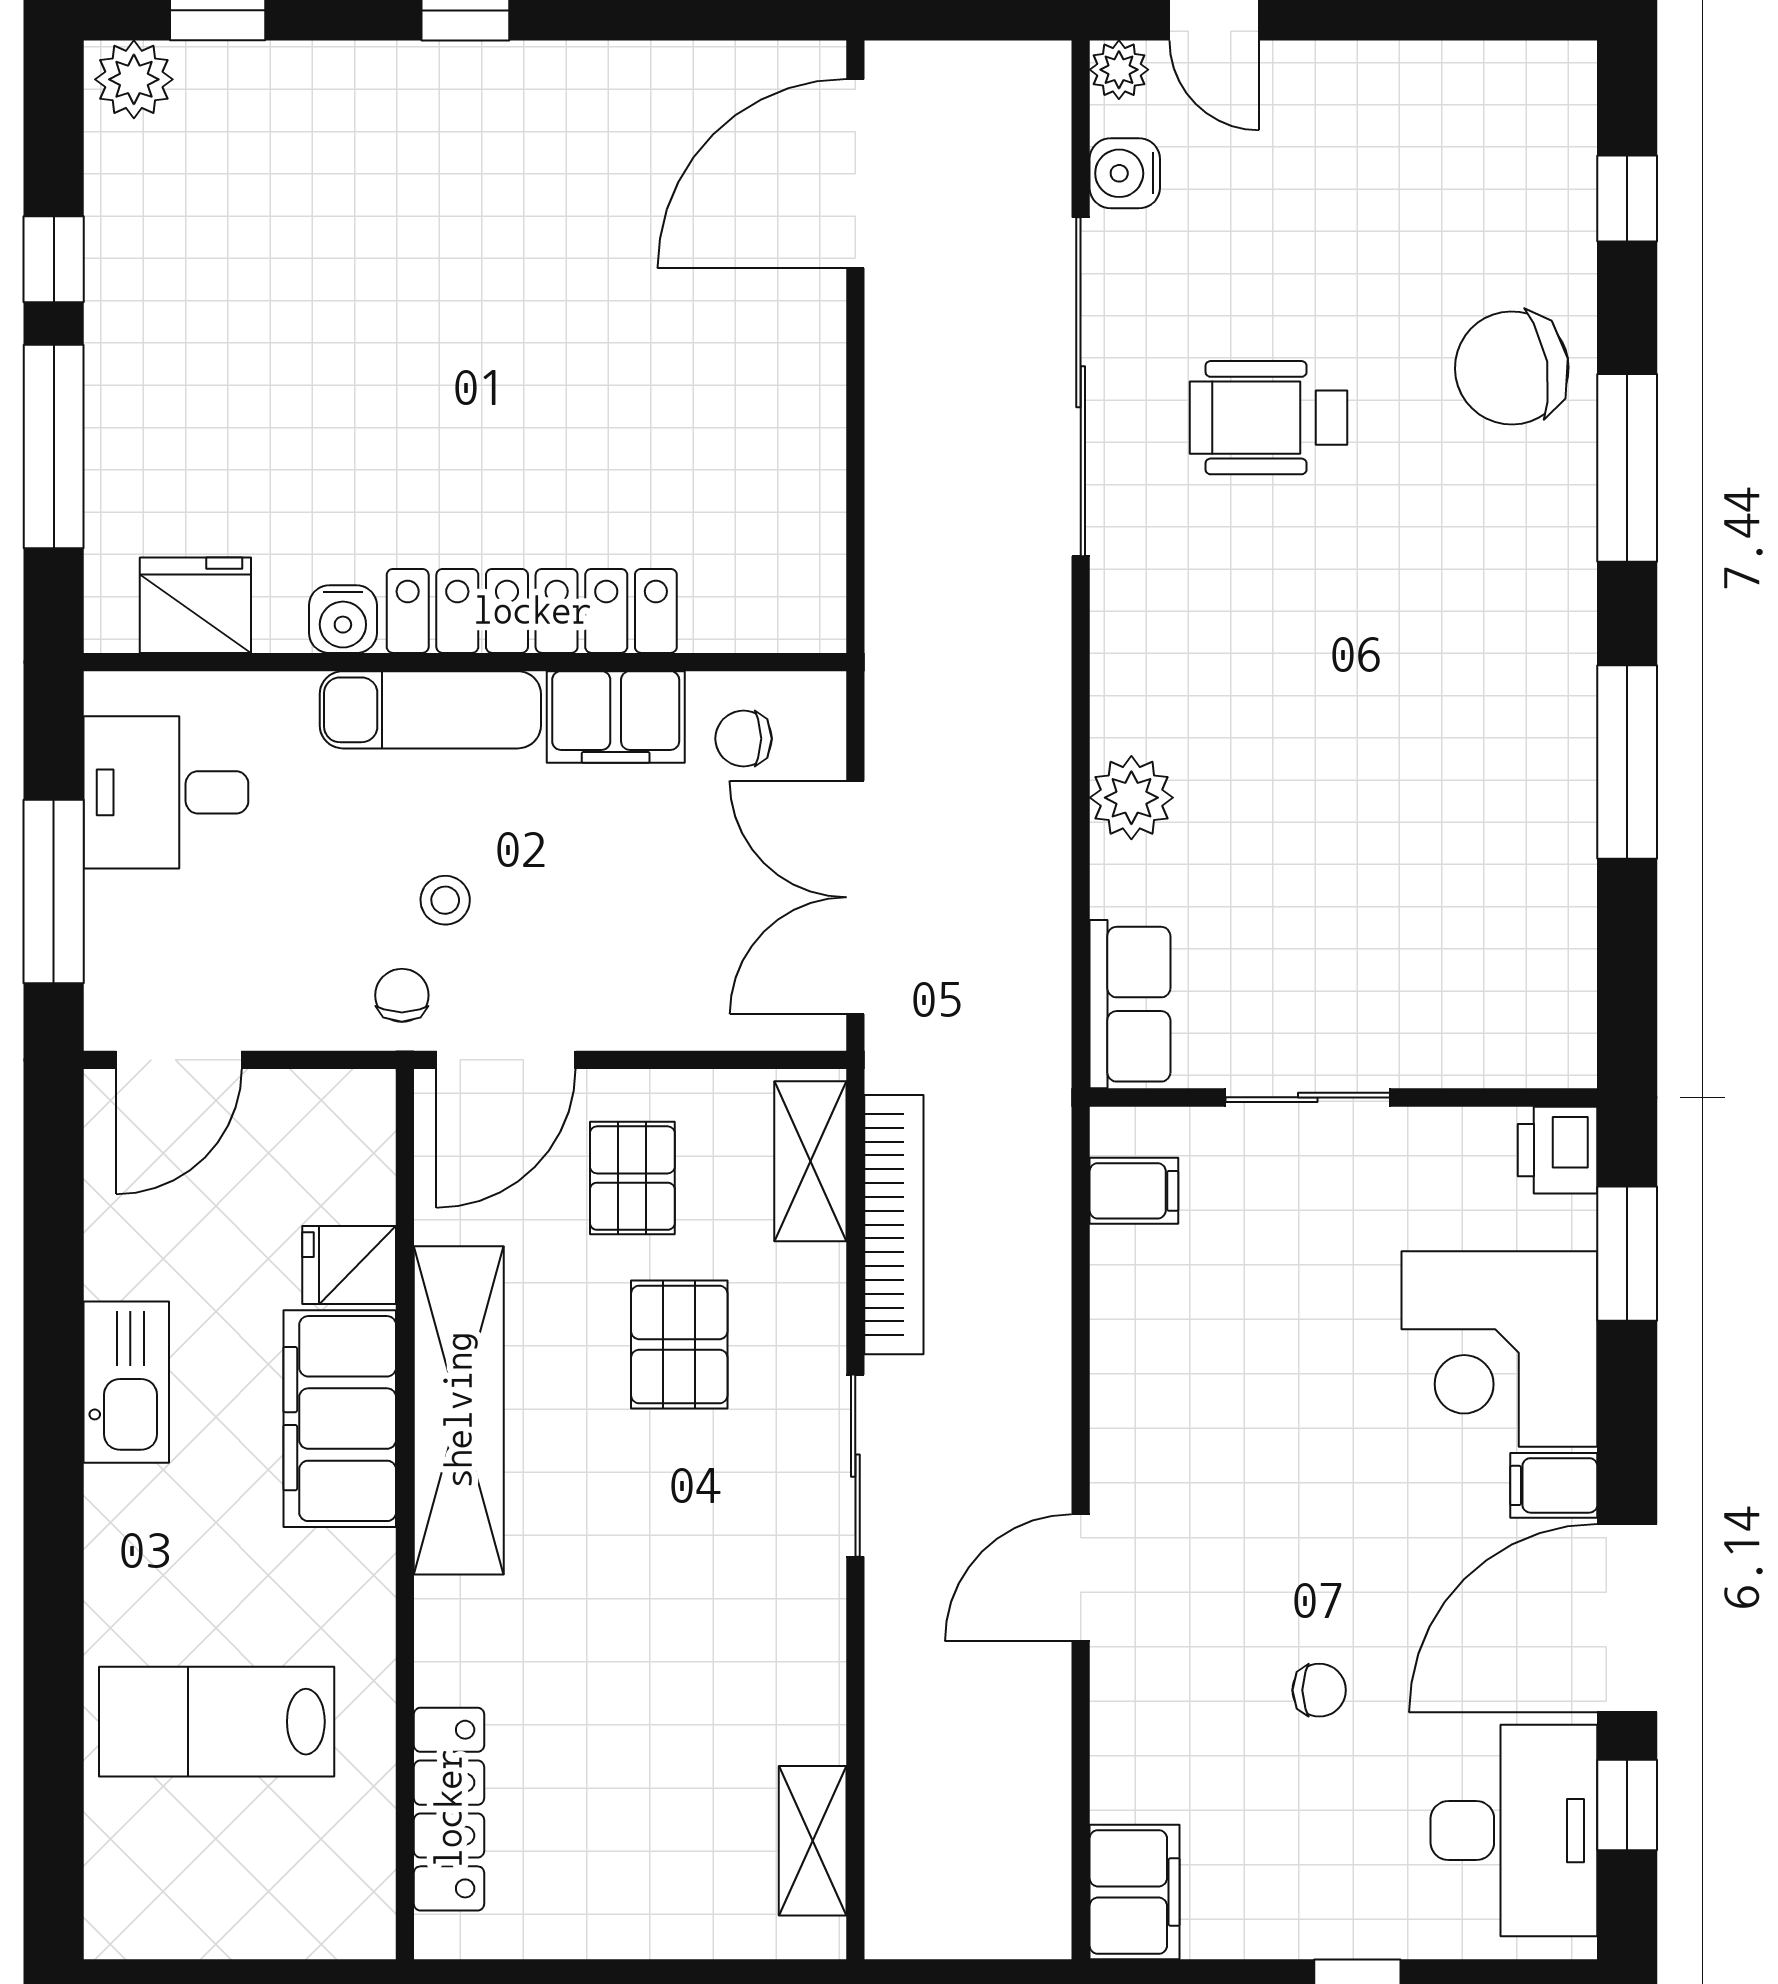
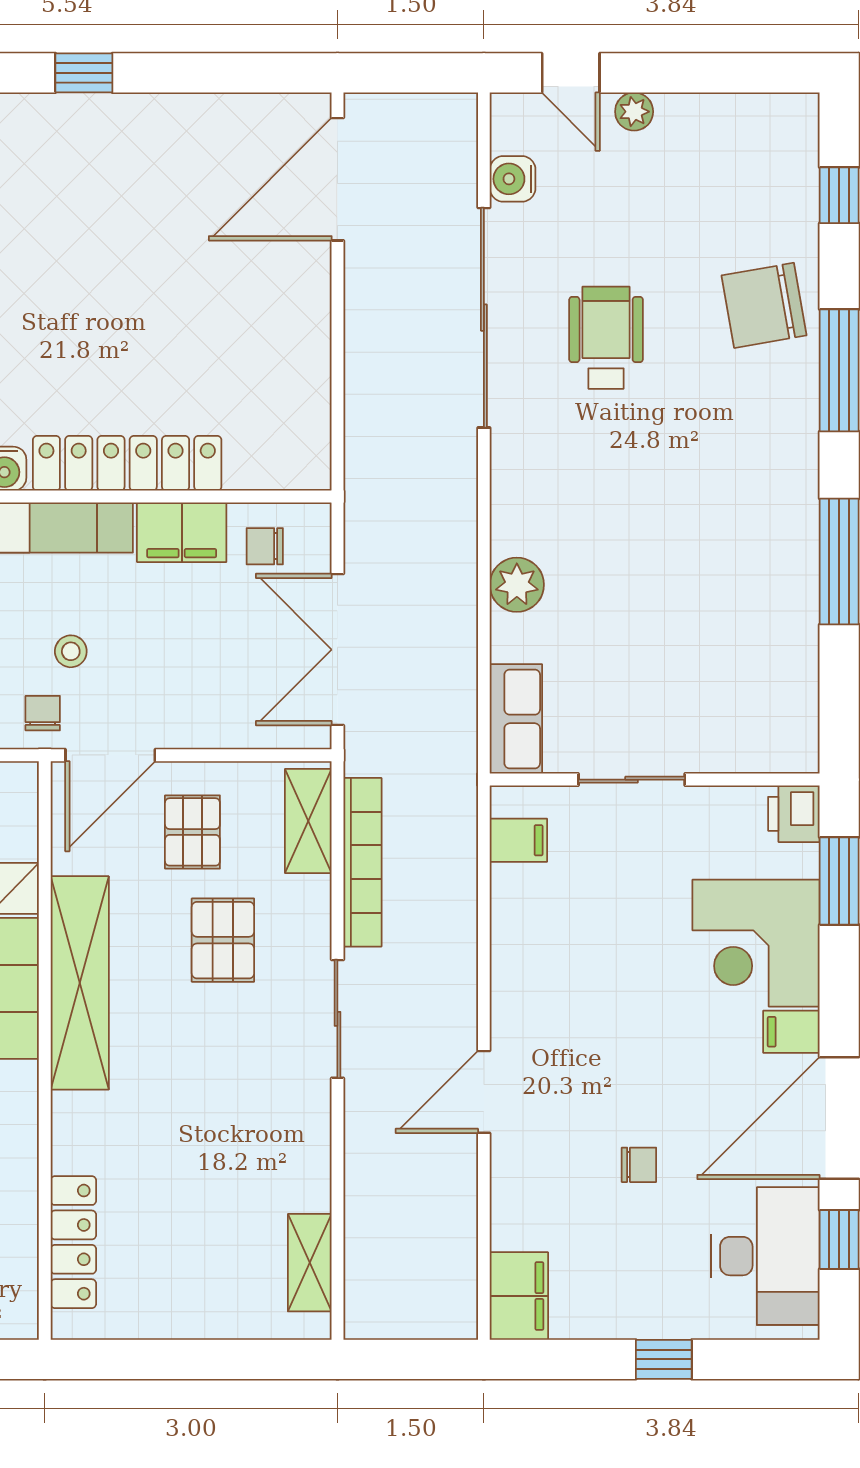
plant: (1119, 70) -> (634, 112), moved
wheelchair: (1269, 418) -> (606, 338), turned 90

